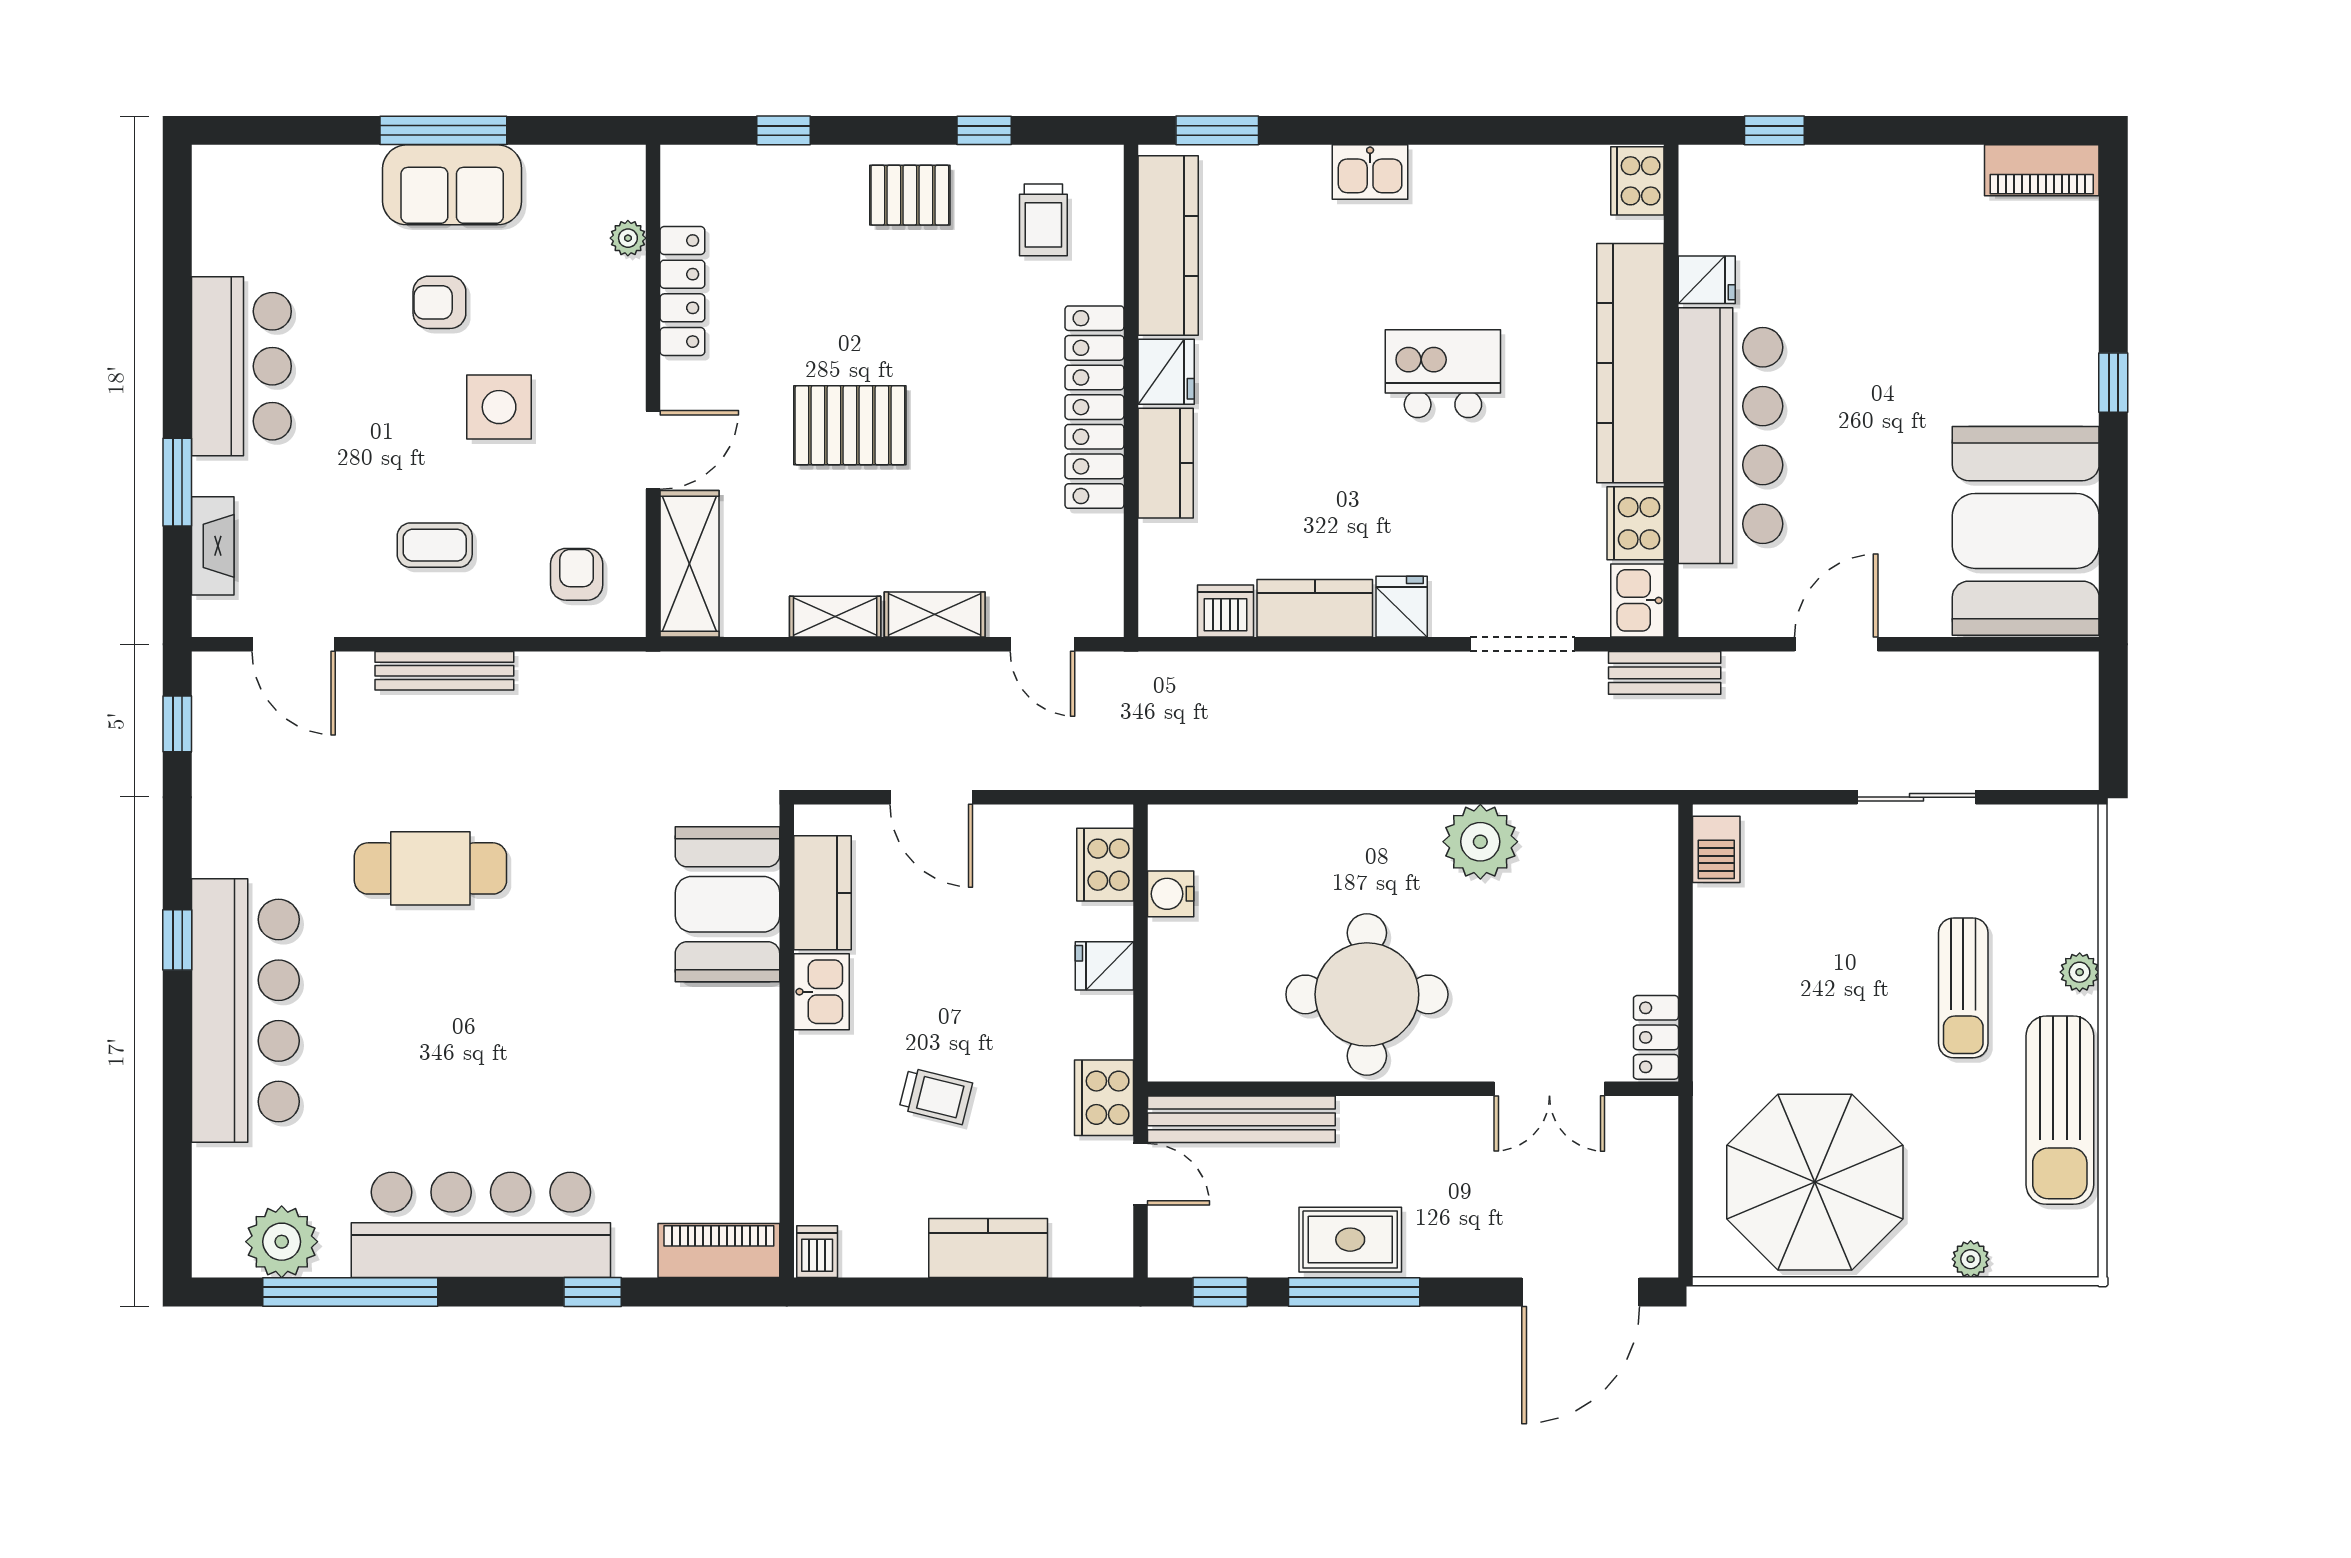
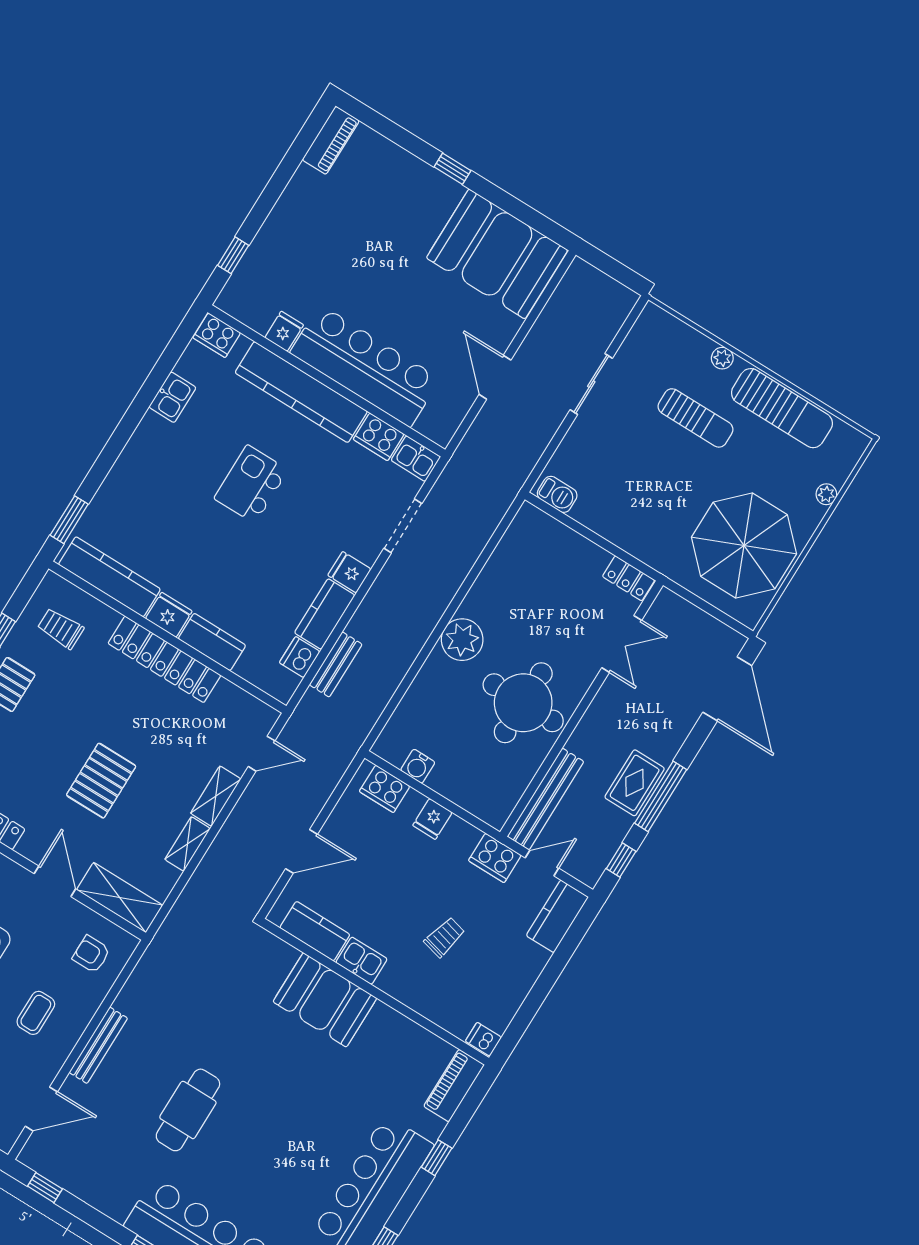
kitchen sink: (1370, 172) -> (172, 397), moved
trolley: (1043, 220) -> (61, 628), turned 180
bench: (1665, 673) -> (336, 664), moved
plant: (1480, 842) -> (462, 640), moved
booth: (727, 904) -> (325, 1000), moved
kitchen counter: (988, 1248) -> (557, 916), moved

